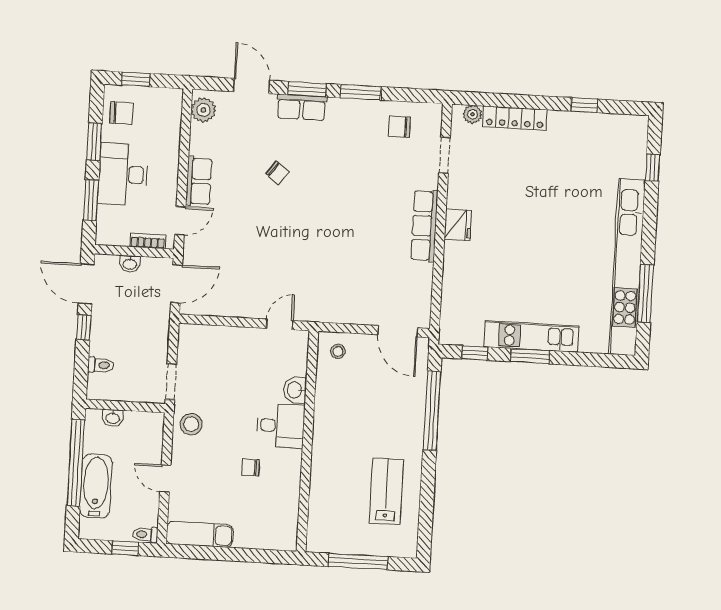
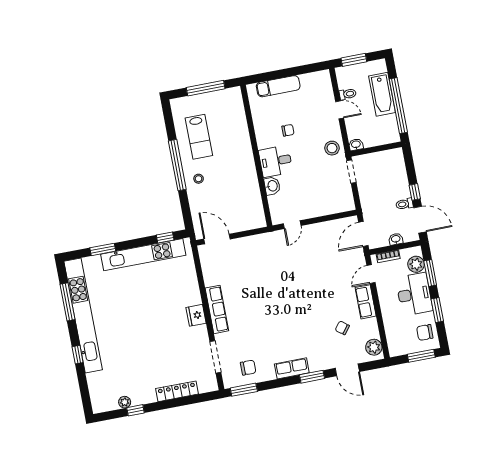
window: (136, 79) -> (421, 356), width x1.50
window: (361, 92) -> (244, 390), moved
row of seats: (302, 107) -> (292, 368), moved
plant: (473, 114) -> (125, 402), moved
doorway: (445, 155) -> (215, 357), width x1.38
window: (653, 168) -> (78, 355), moved
chair: (277, 173) -> (342, 328), moved
plant: (109, 218) -> (416, 264), added
kitchen unit: (531, 336) -> (143, 255), width x1.36
stool: (338, 351) -> (199, 179), moved
window: (530, 356) -> (103, 249), moved
toilet: (101, 365) -> (404, 204), moved
window: (432, 411) -> (177, 165), moved
washbasin: (113, 418) -> (356, 145), moved
toilet: (145, 534) -> (348, 94), moved
exam couch: (200, 534) -> (278, 86), moved
window: (125, 548) -> (354, 60), width x1.50

